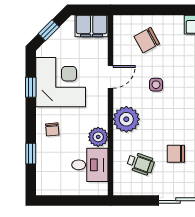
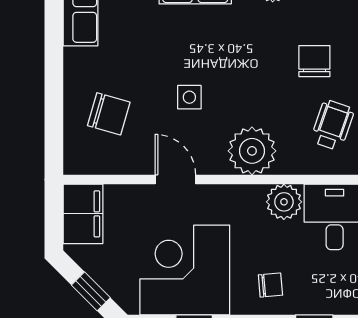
chair: (147, 40) -> (109, 114), turned -45
chair: (176, 154) -> (314, 61), turned 180

